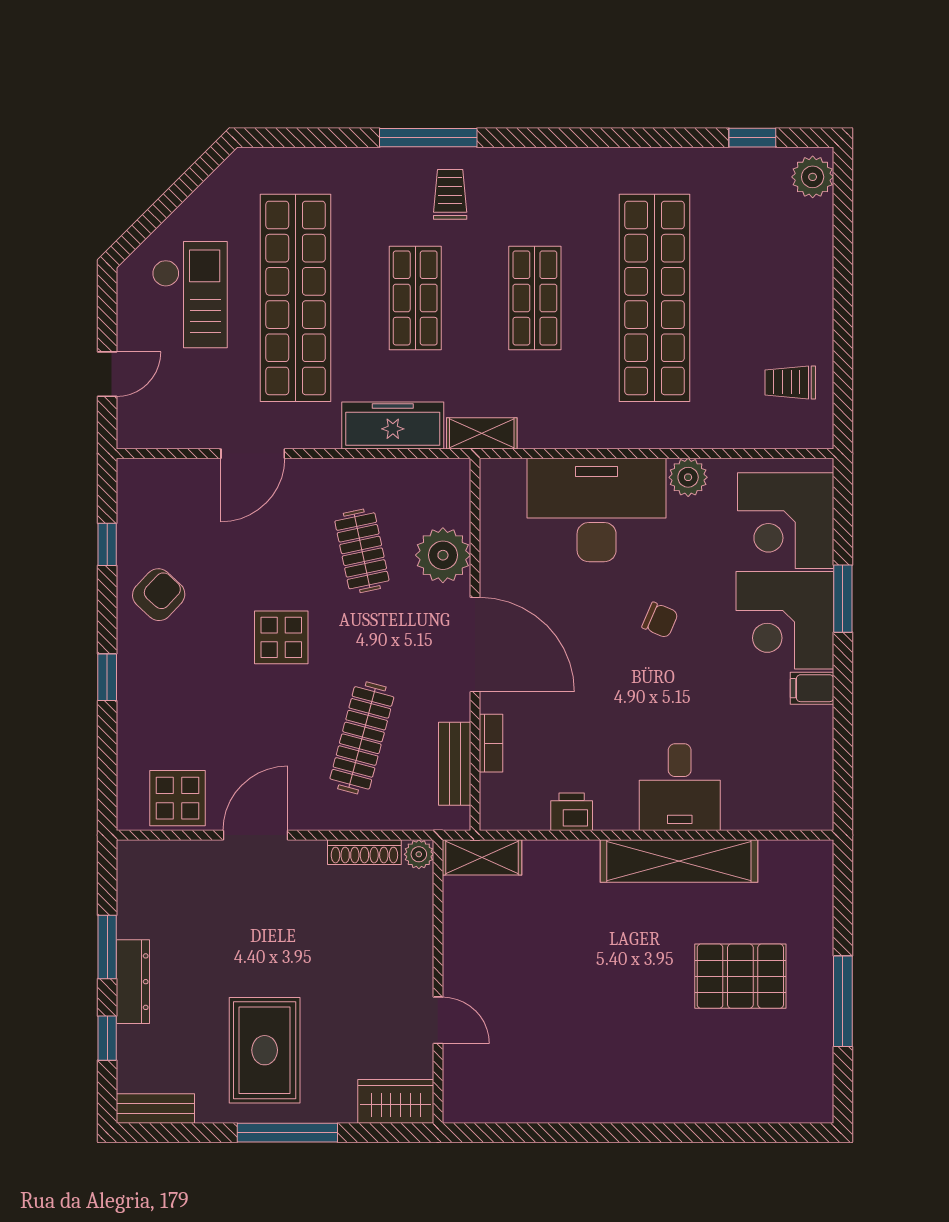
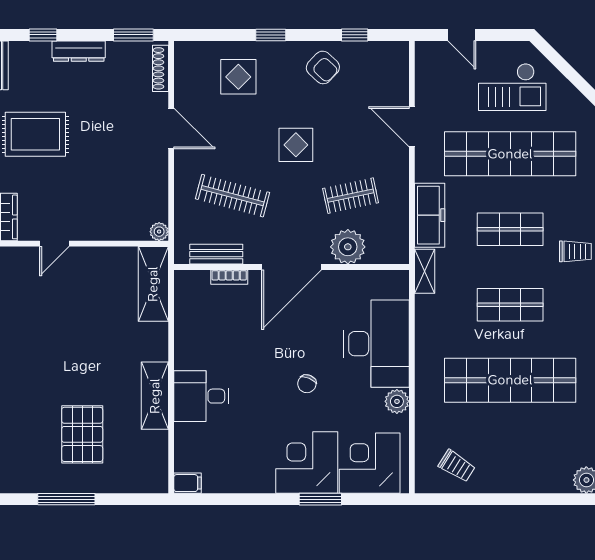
trolley: (790, 382) -> (457, 466), turned 122
filing cabinet: (812, 688) -> (188, 483), moved, turned 90
display table: (178, 798) -> (238, 77), moved
printer: (572, 812) -> (186, 328), removed
shoe rack: (364, 852) -> (160, 68), moved
shelving: (482, 857) -> (153, 284), width x1.50, depth x1.33
shelving: (679, 861) -> (155, 396), width x0.68
window: (107, 947) -> (133, 35), moved

